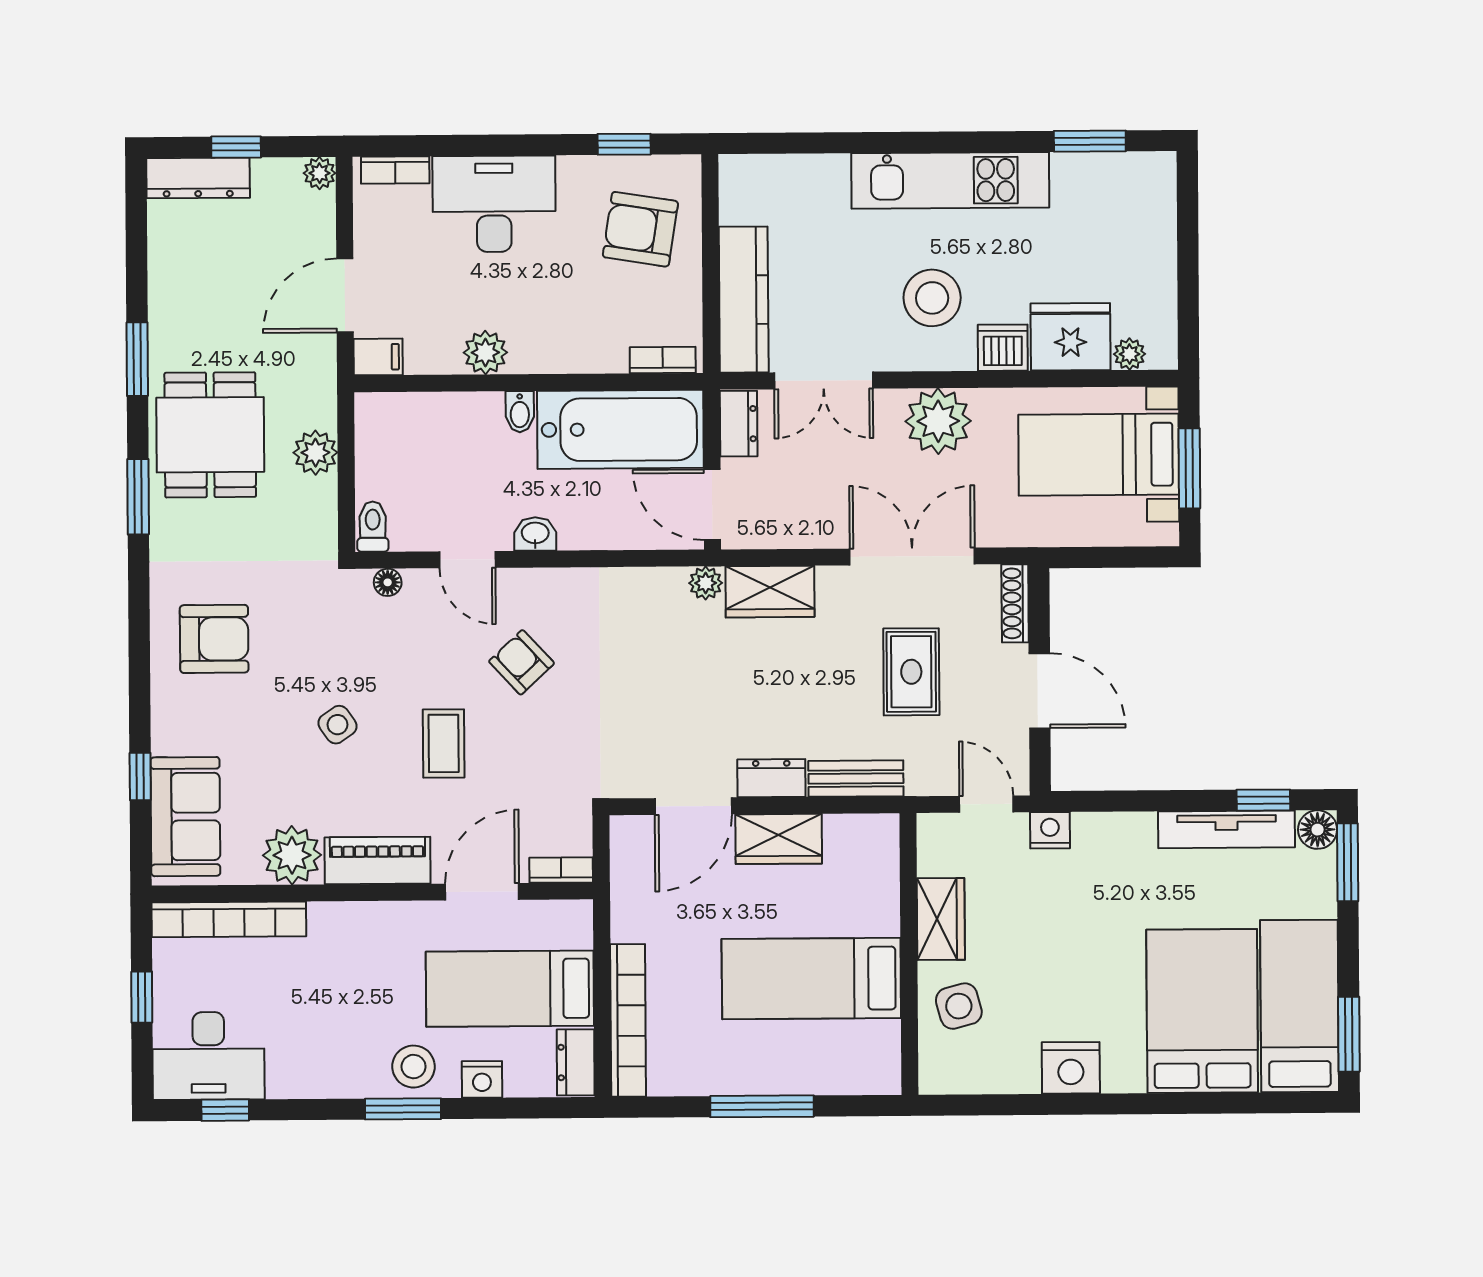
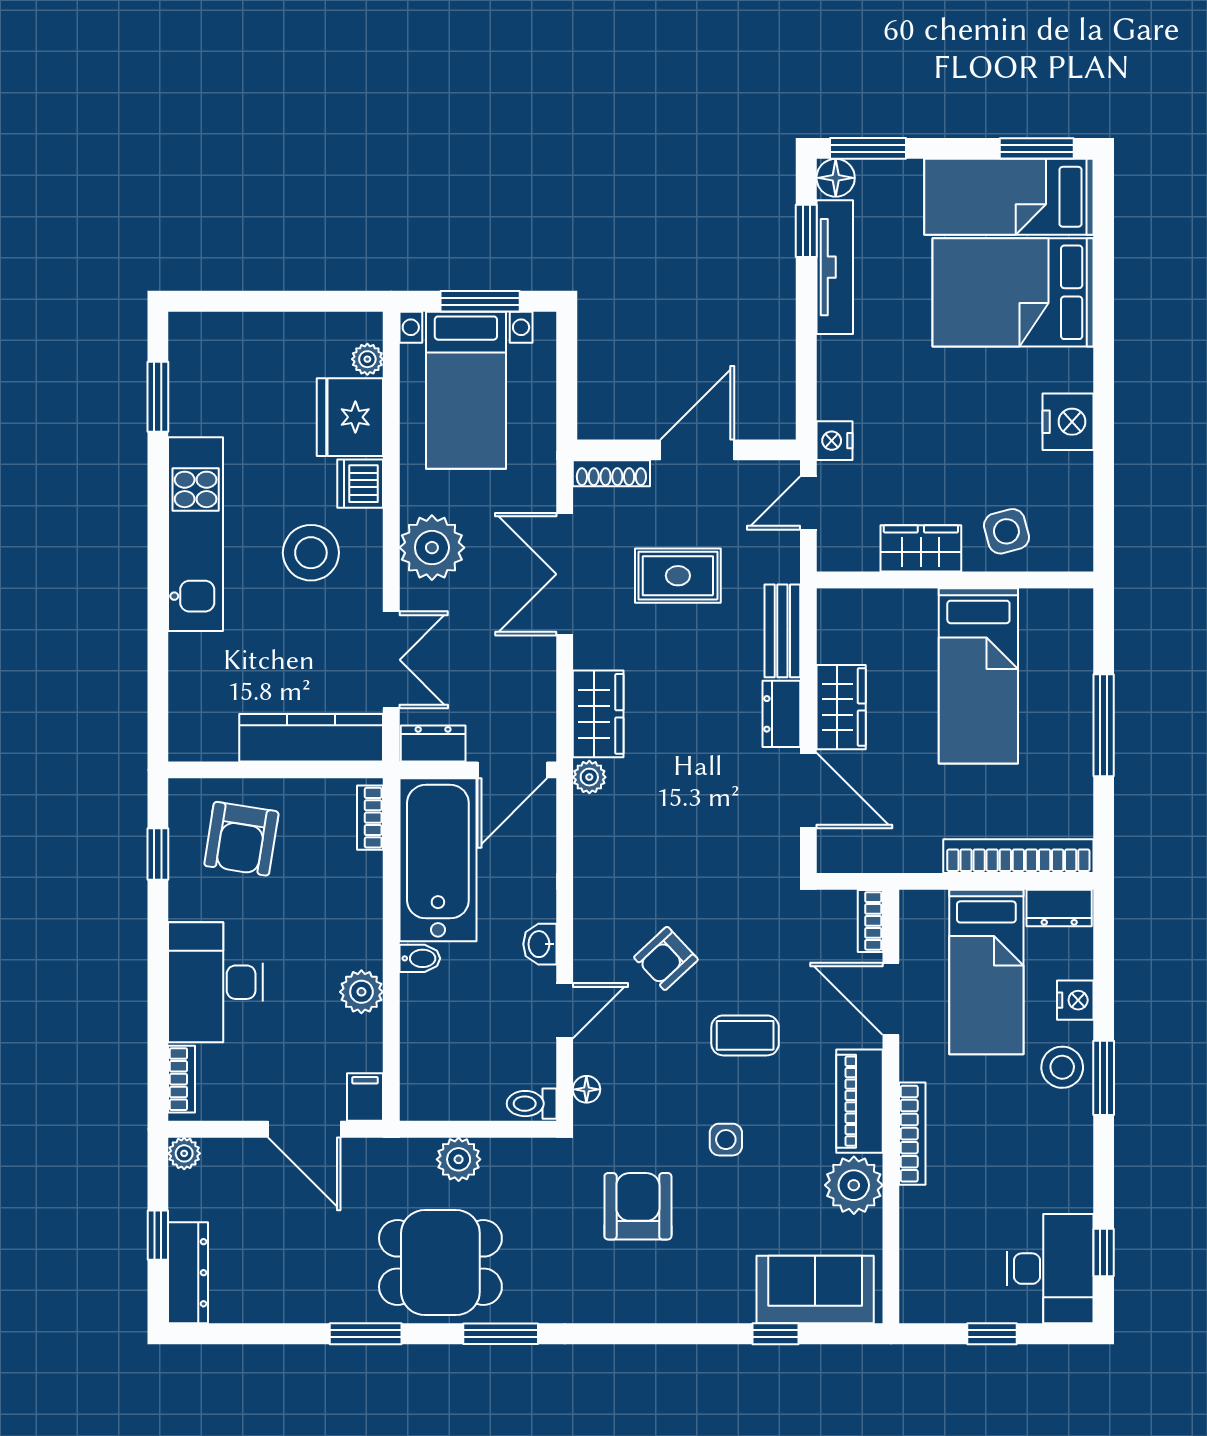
armchair: (214, 639) -> (638, 1206), moved
side table: (337, 725) -> (726, 1140), turned 35
bookcase: (229, 919) -> (912, 1134), moved, width x0.68, depth x0.76

